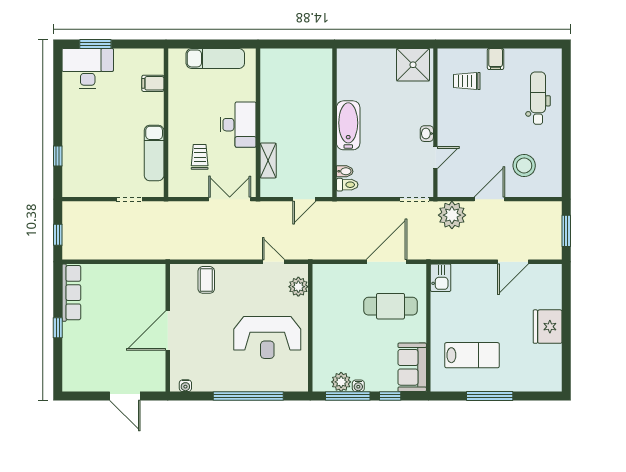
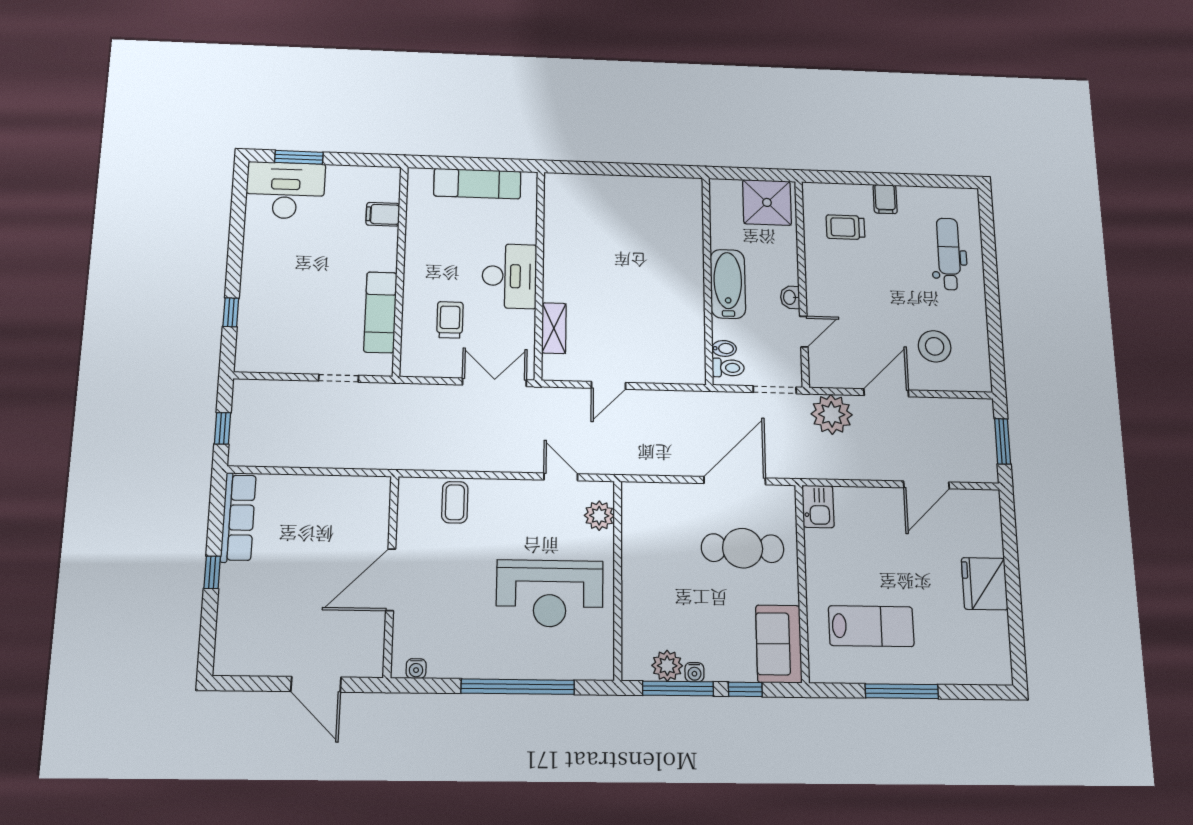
wall: (335, 123) -> (708, 280), moved
bathtub: (348, 125) -> (728, 284), moved
bidet: (345, 171) -> (724, 348), moved
toilet: (347, 185) -> (728, 368), moved

